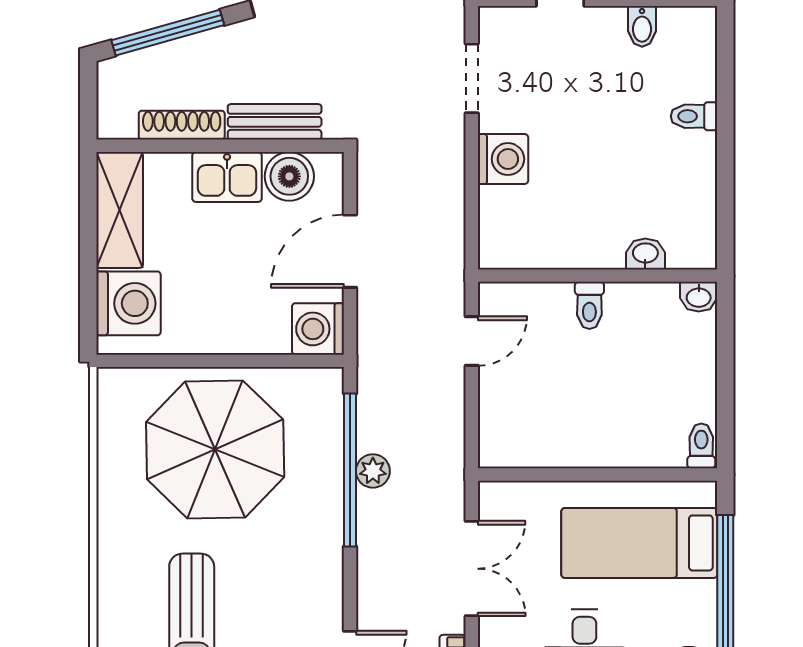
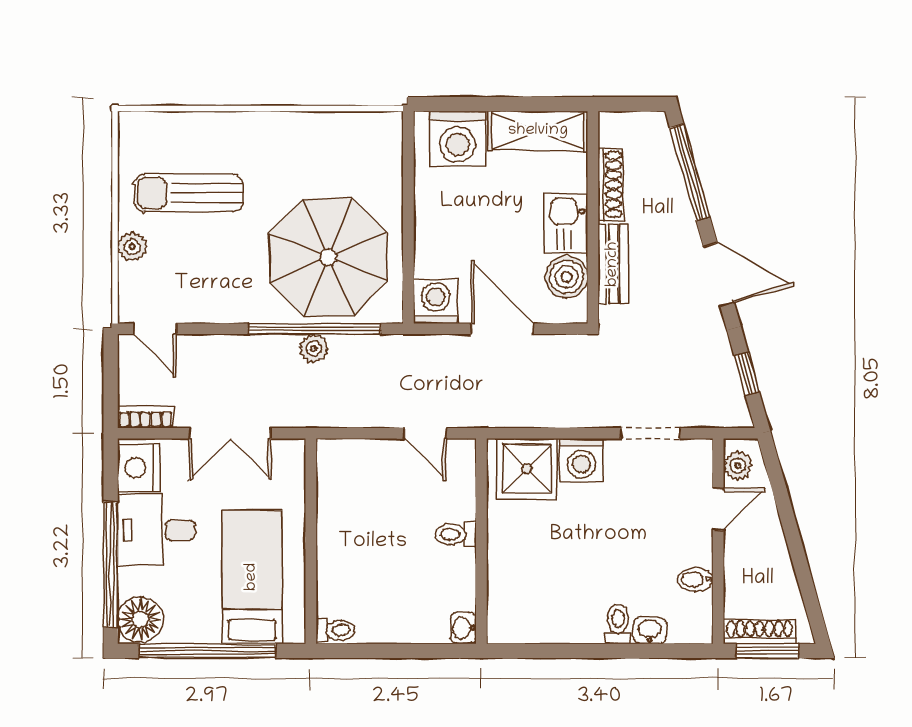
shower: (513, 223) -> (527, 469), added
washbasin: (645, 254) -> (650, 630), moved, turned -90
parasol: (215, 449) -> (328, 257), moved

